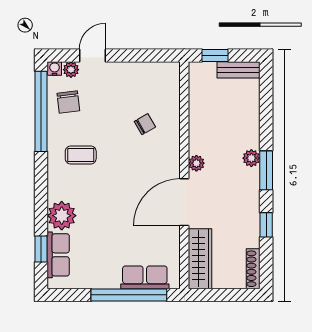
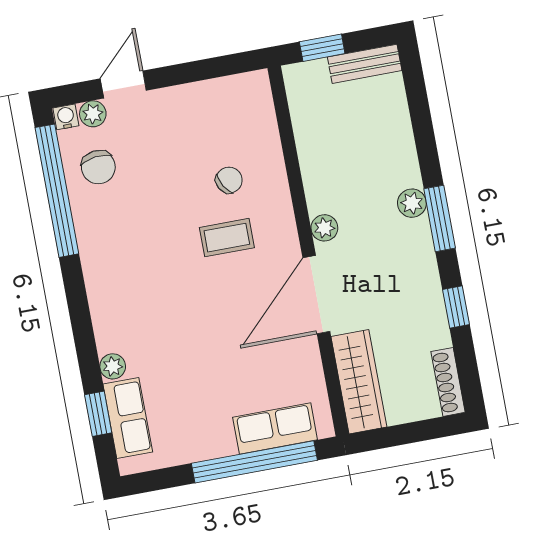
coffee table: (81, 155) -> (227, 238), moved
plant: (62, 216) -> (113, 366), width x0.53, depth x0.53

